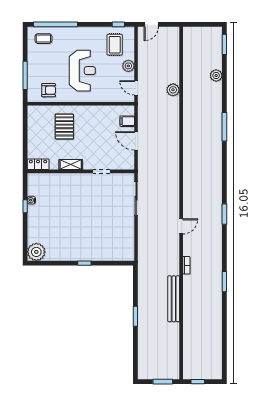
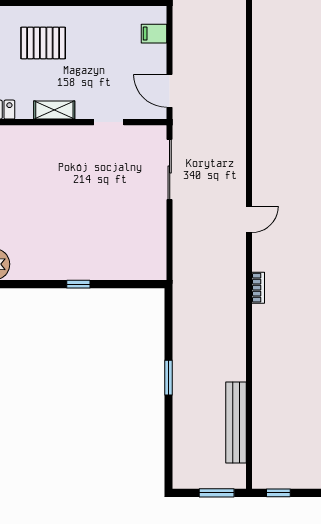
pallet: (64, 126) -> (43, 43), turned 90
door: (136, 141) -> (170, 91), moved
bench: (174, 299) -> (236, 422), moved

